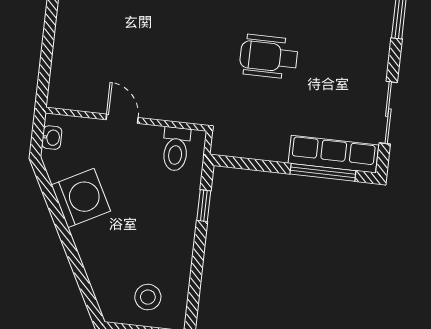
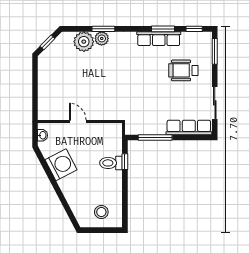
wheelchair: (269, 57) -> (183, 70), moved
toilet: (176, 149) -> (111, 163), moved, turned 90
window: (323, 172) -> (155, 138), moved

